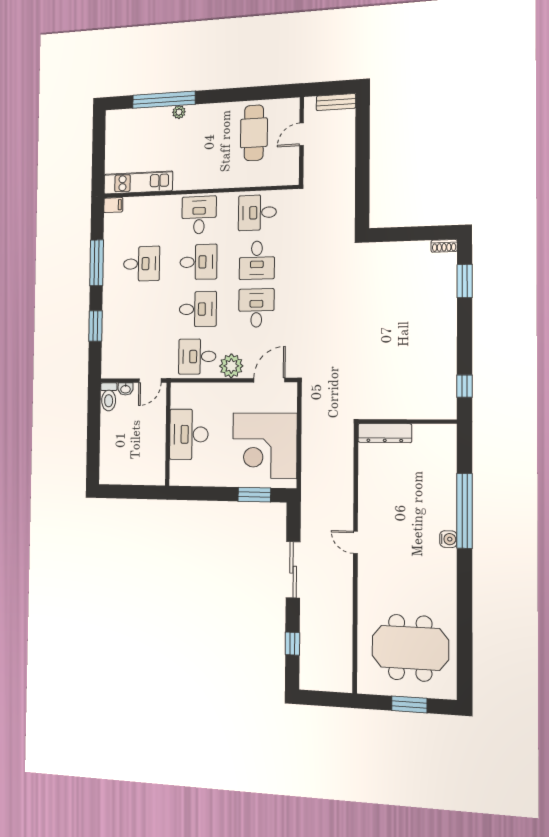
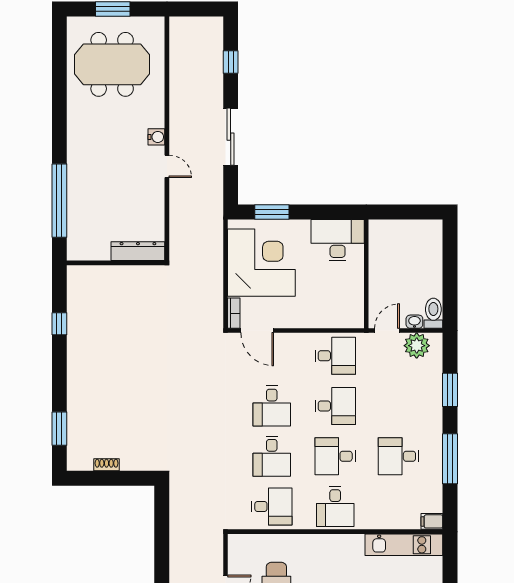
shoe rack: (444, 246) -> (107, 465), moved
desk: (257, 260) -> (272, 456), turned 180
desk: (198, 309) -> (335, 406), turned 180
plant: (231, 366) -> (417, 346), moved
door: (269, 380) -> (257, 331), hinge flipped
bookcase: (291, 397) -> (234, 313), added
wall: (407, 421) -> (116, 263), moved
dresser: (385, 433) -> (138, 251), moved
desk: (189, 434) -> (338, 240), moved, turned -90
water cooler: (448, 539) -> (156, 137), moved, turned 180

